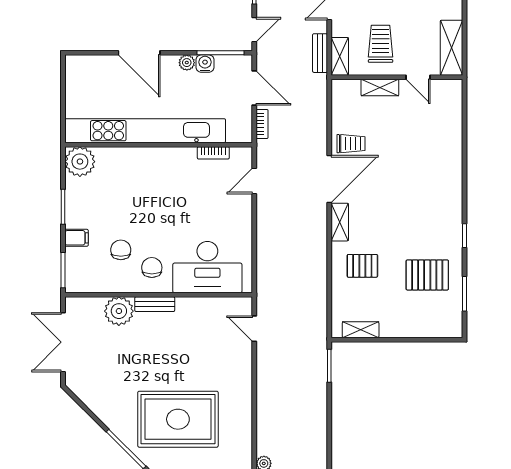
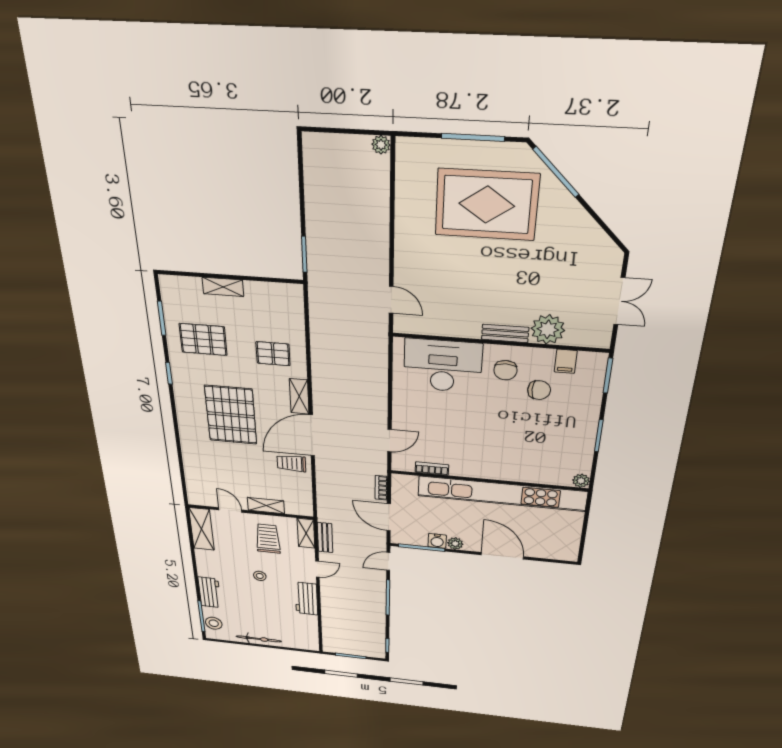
trolley: (381, 44) -> (268, 539), turned 180
plant: (80, 162) -> (581, 481), width x0.53, depth x0.53
pallet: (408, 195) -> (231, 415), added
filing cabinet: (77, 238) -> (566, 361), moved, turned -90
chair: (121, 250) -> (539, 390), turned -90
shelving: (361, 330) -> (223, 287), moved
double door: (63, 342) -> (619, 301), width x0.73

